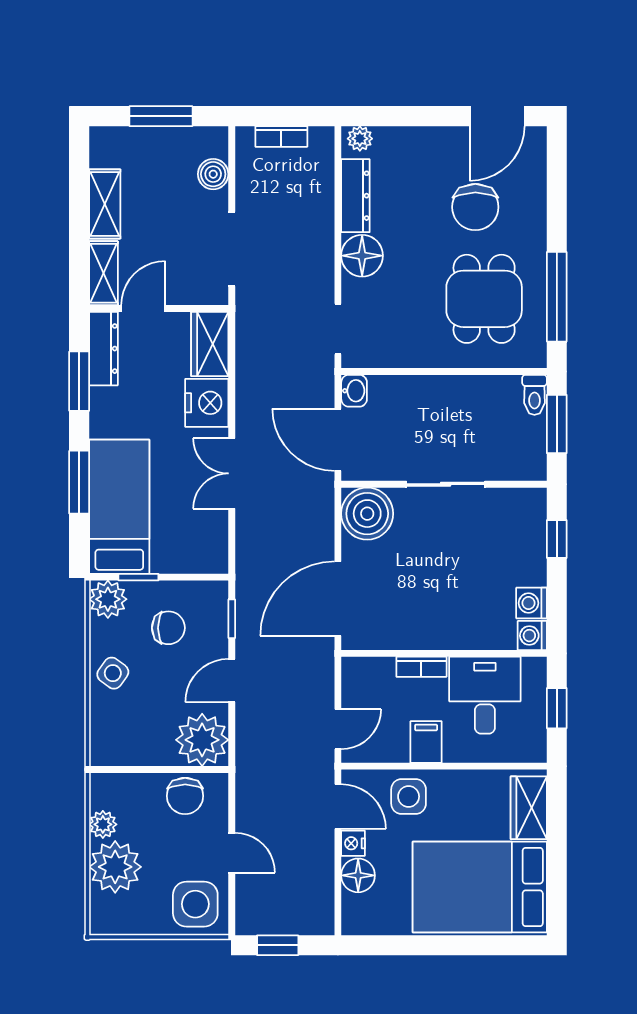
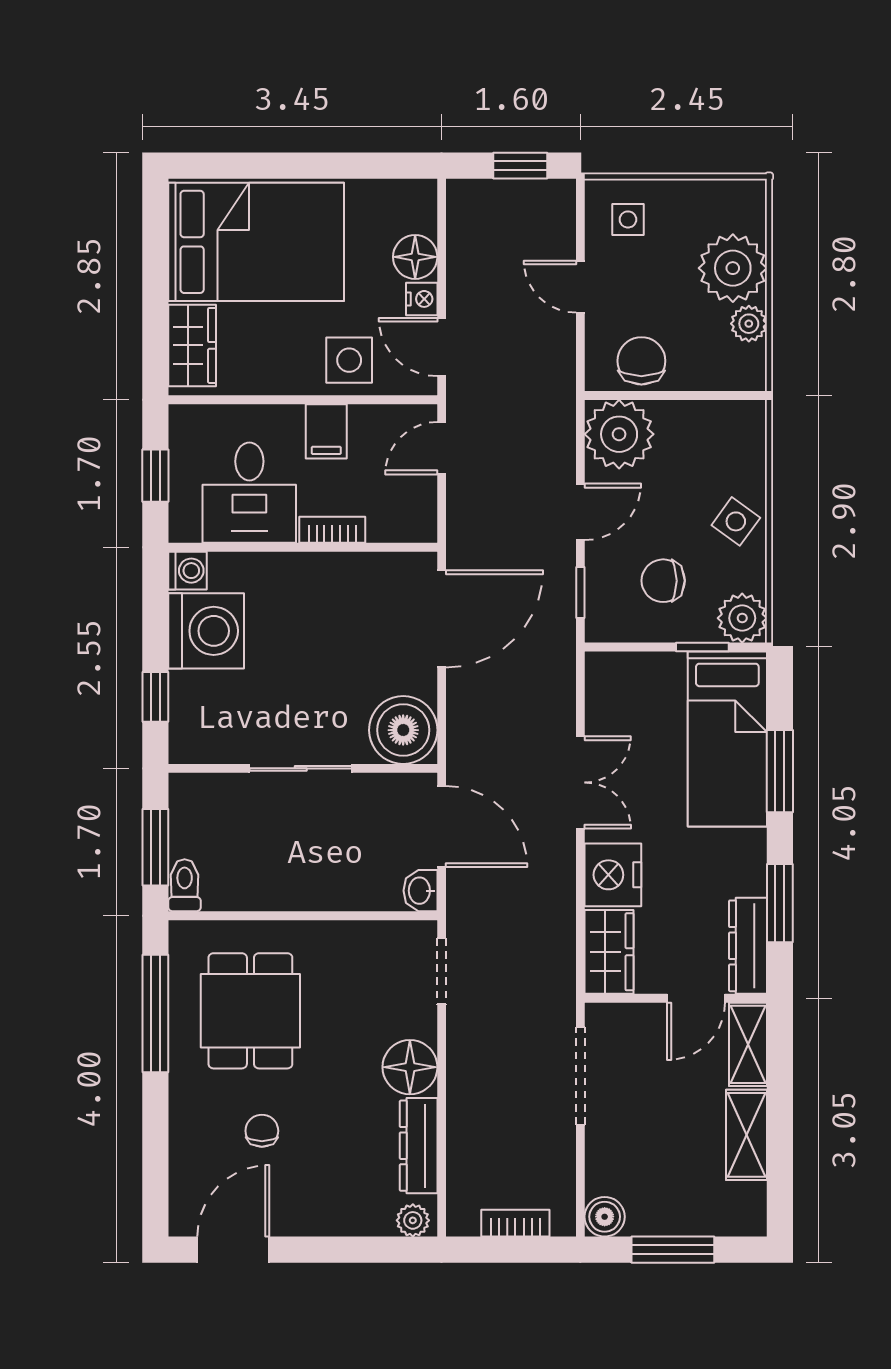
boiler: (213, 174) -> (605, 1217), moved
chair: (475, 207) -> (262, 1131), width x0.54, depth x0.54
washing machine: (532, 603) -> (206, 631), width x1.89, depth x1.89
side table: (195, 904) -> (628, 219), width x0.54, depth x0.54

